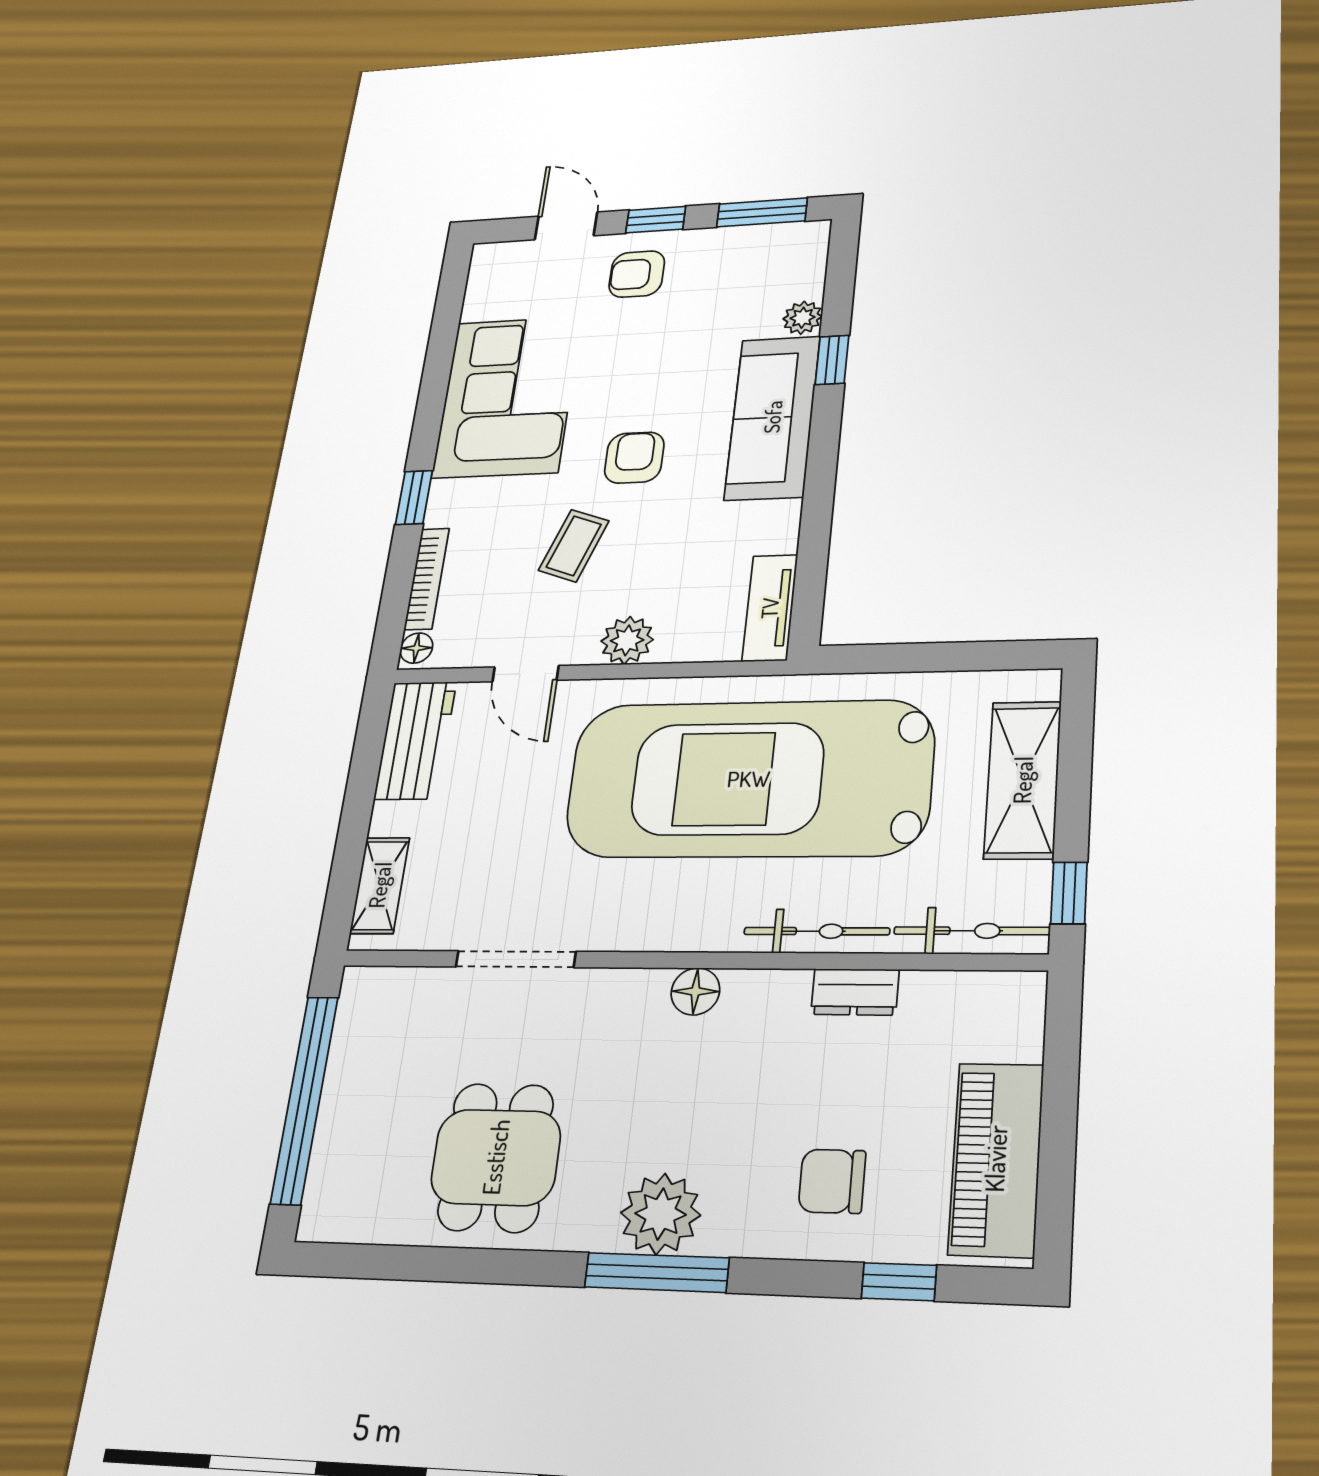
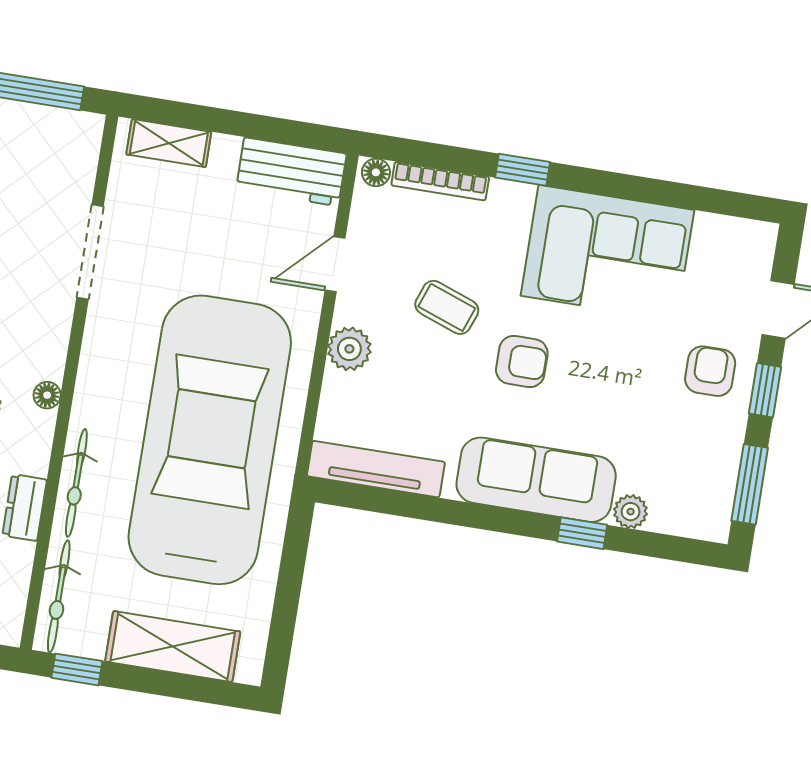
tv unit: (770, 608) -> (376, 469), width x1.41
floor lamp: (695, 991) -> (47, 395), width x0.73, depth x0.73

